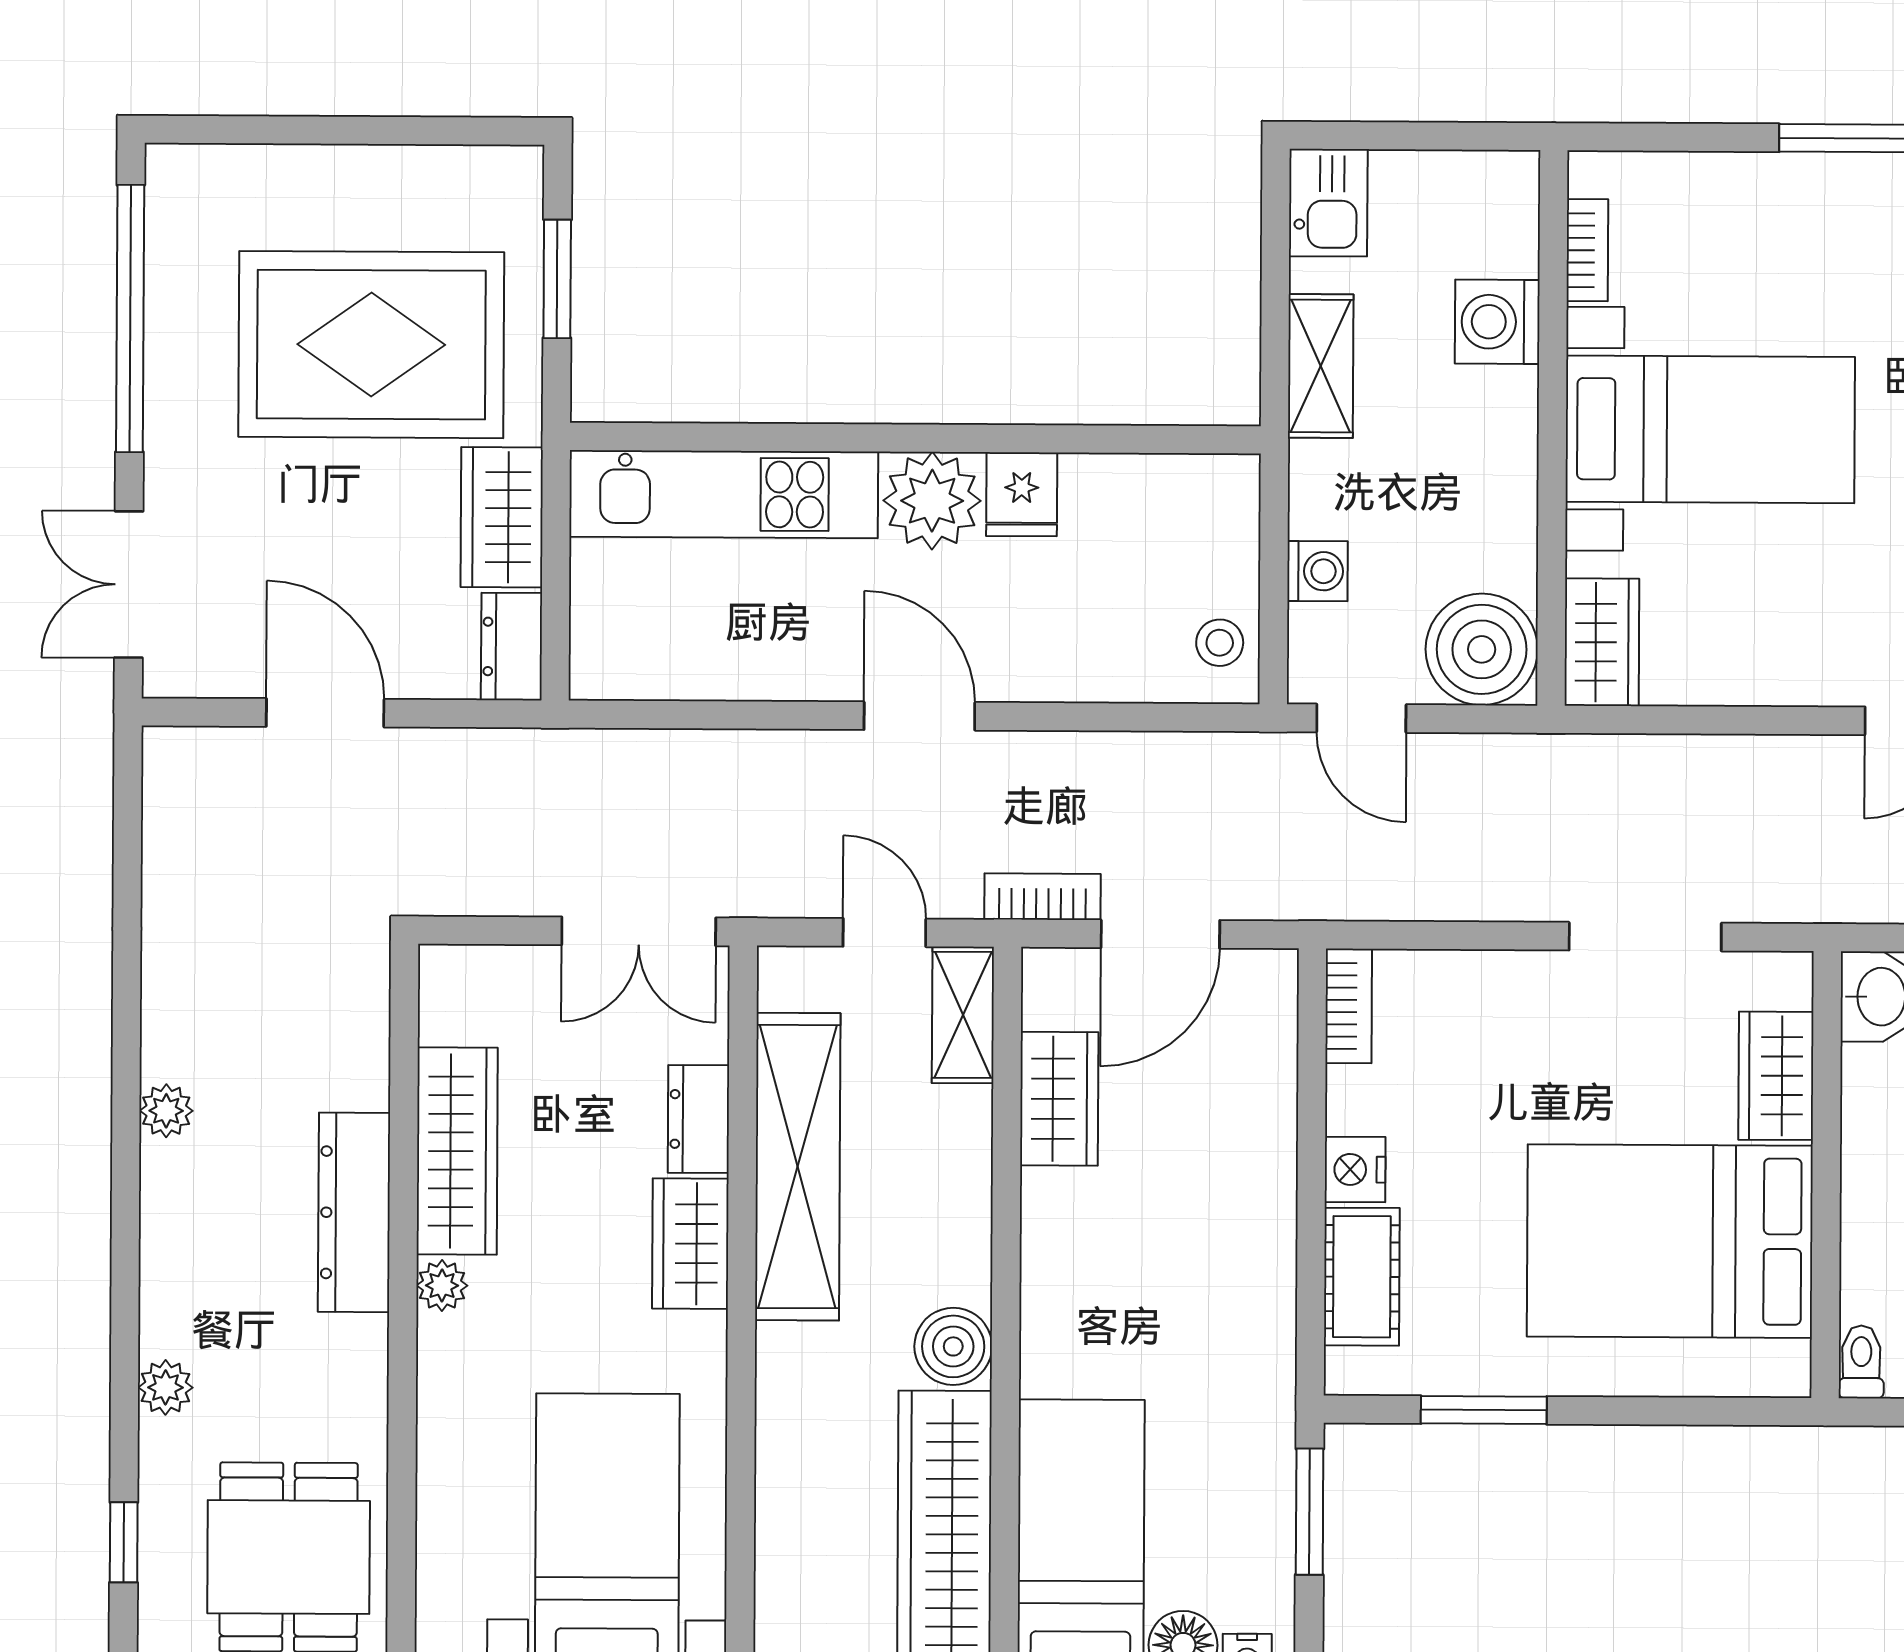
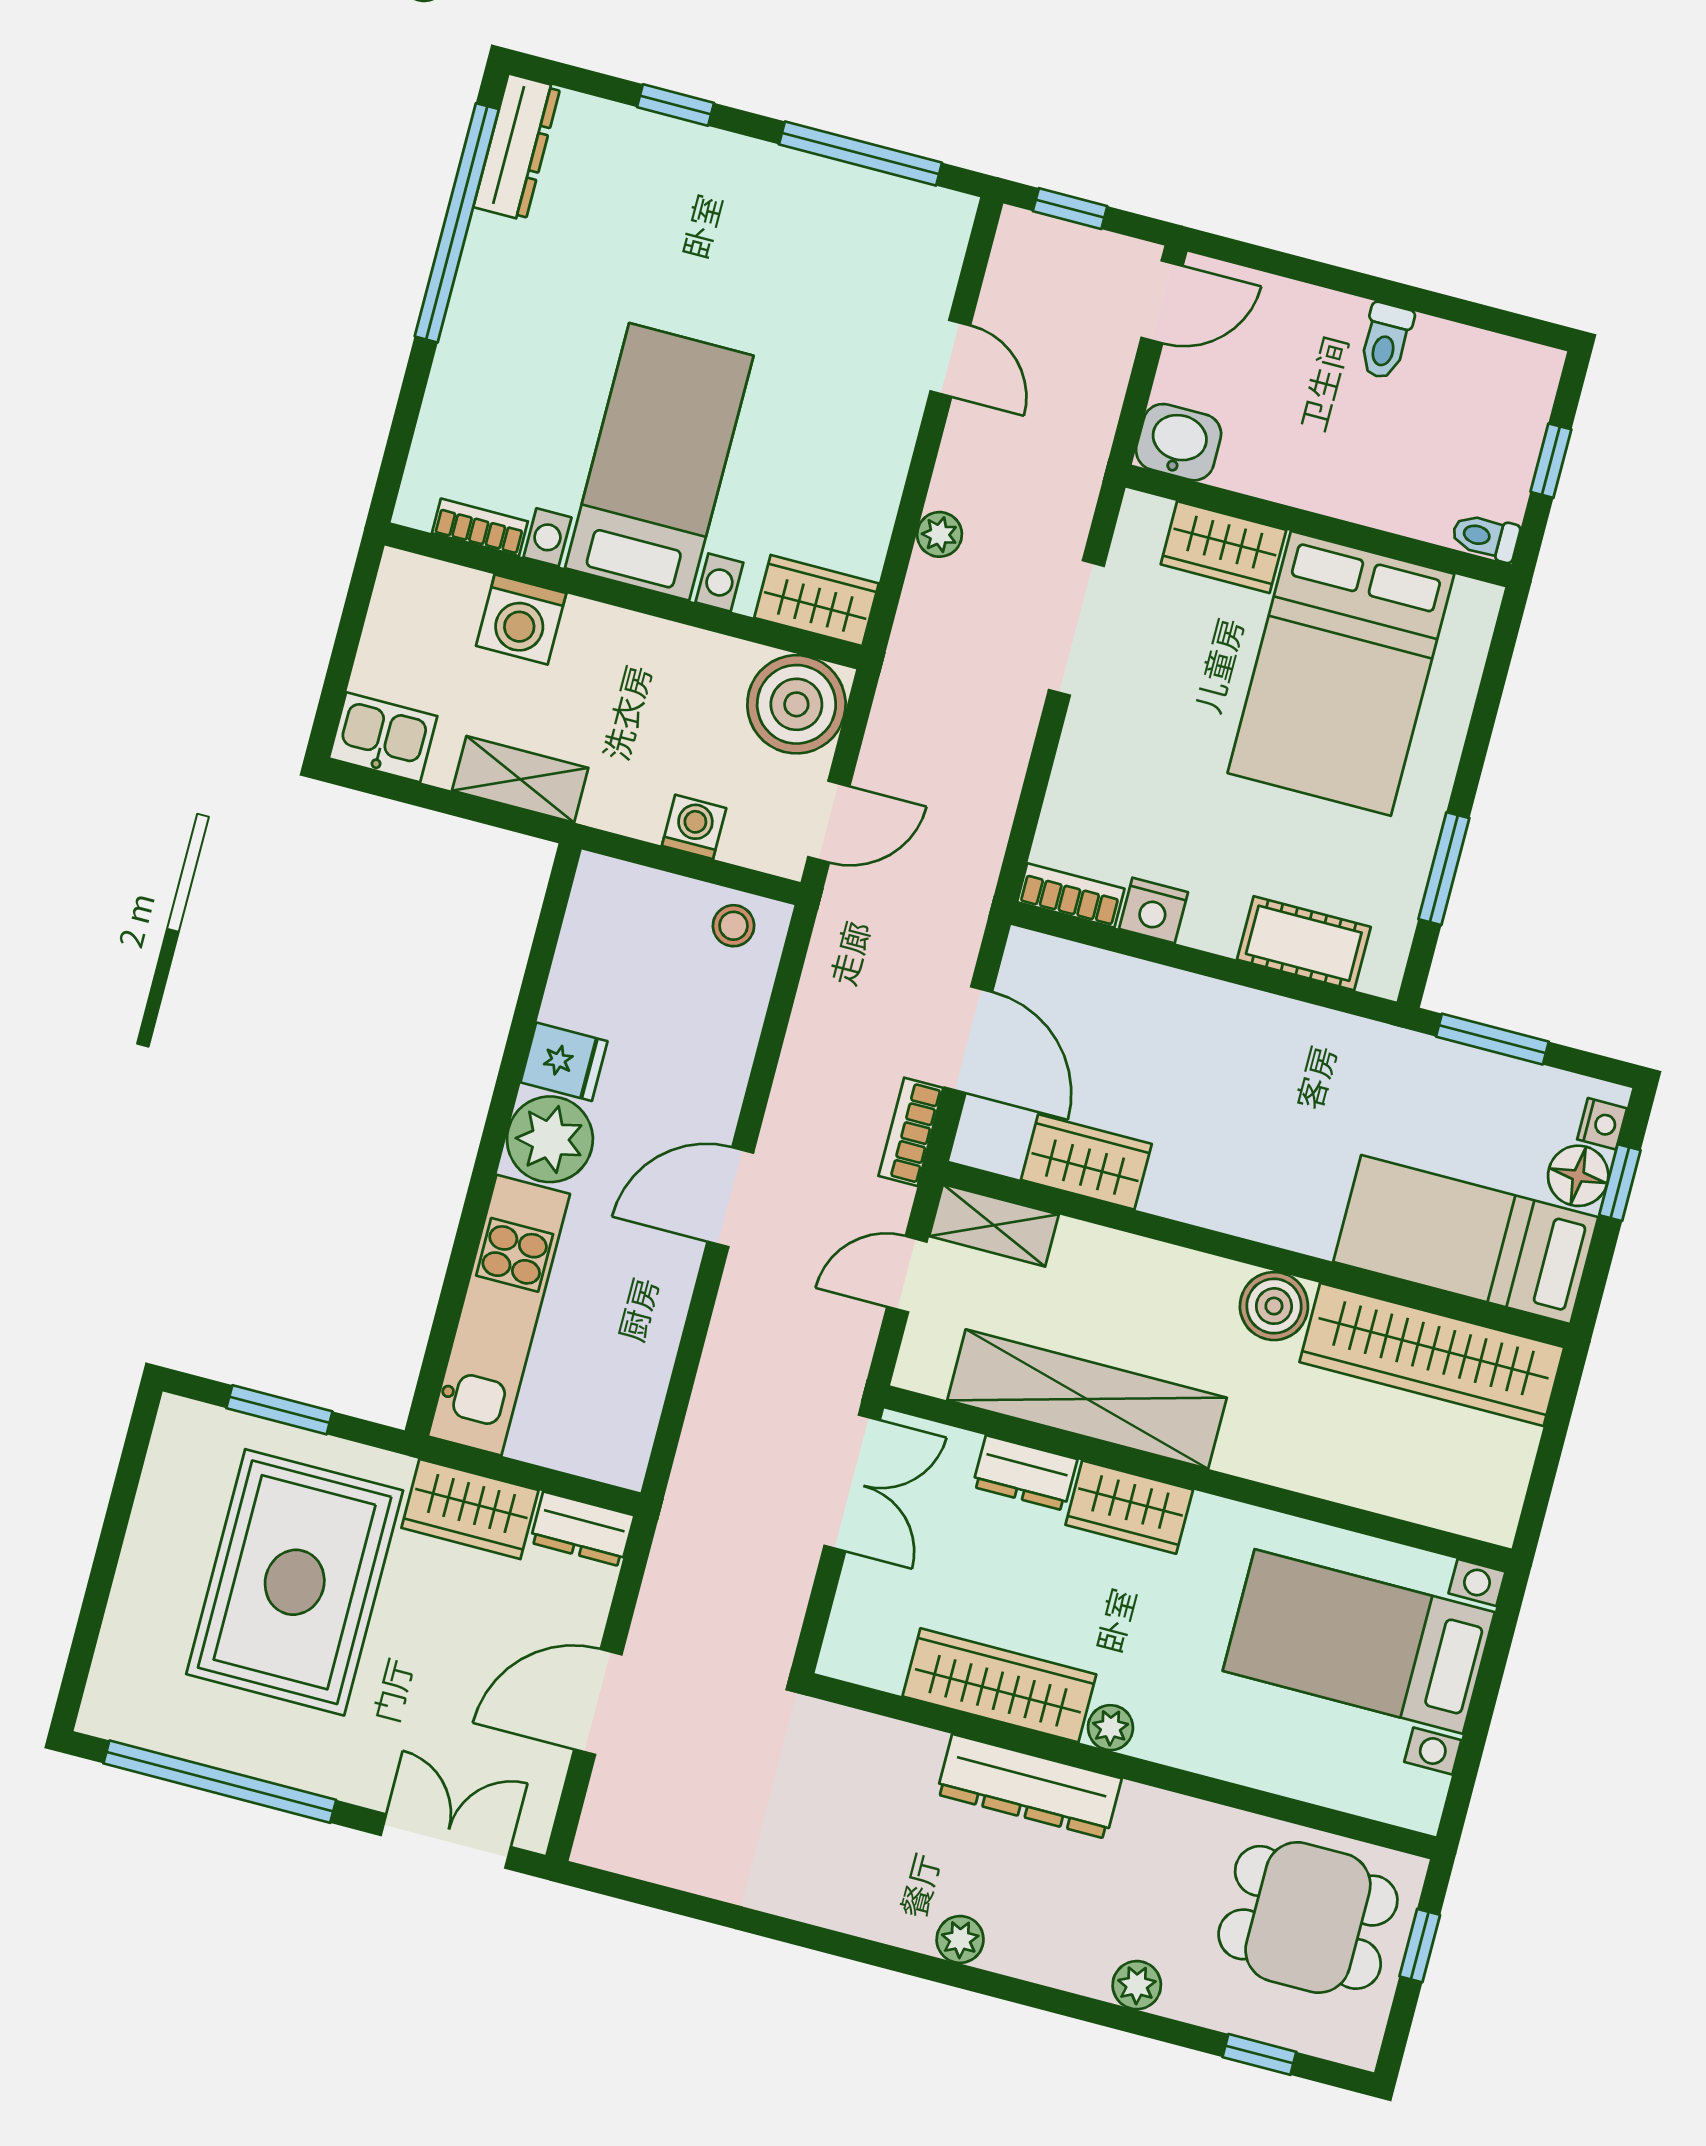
double door: (129, 584) -> (446, 1841), swing flipped
plant: (1710, 759) -> (939, 534), added
plant: (166, 1111) -> (960, 1939), moved
nightstand: (1355, 1170) -> (1153, 910), moved

